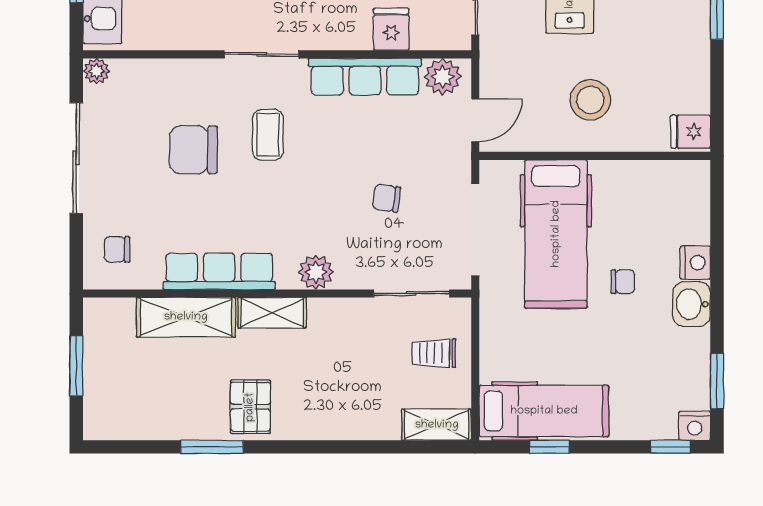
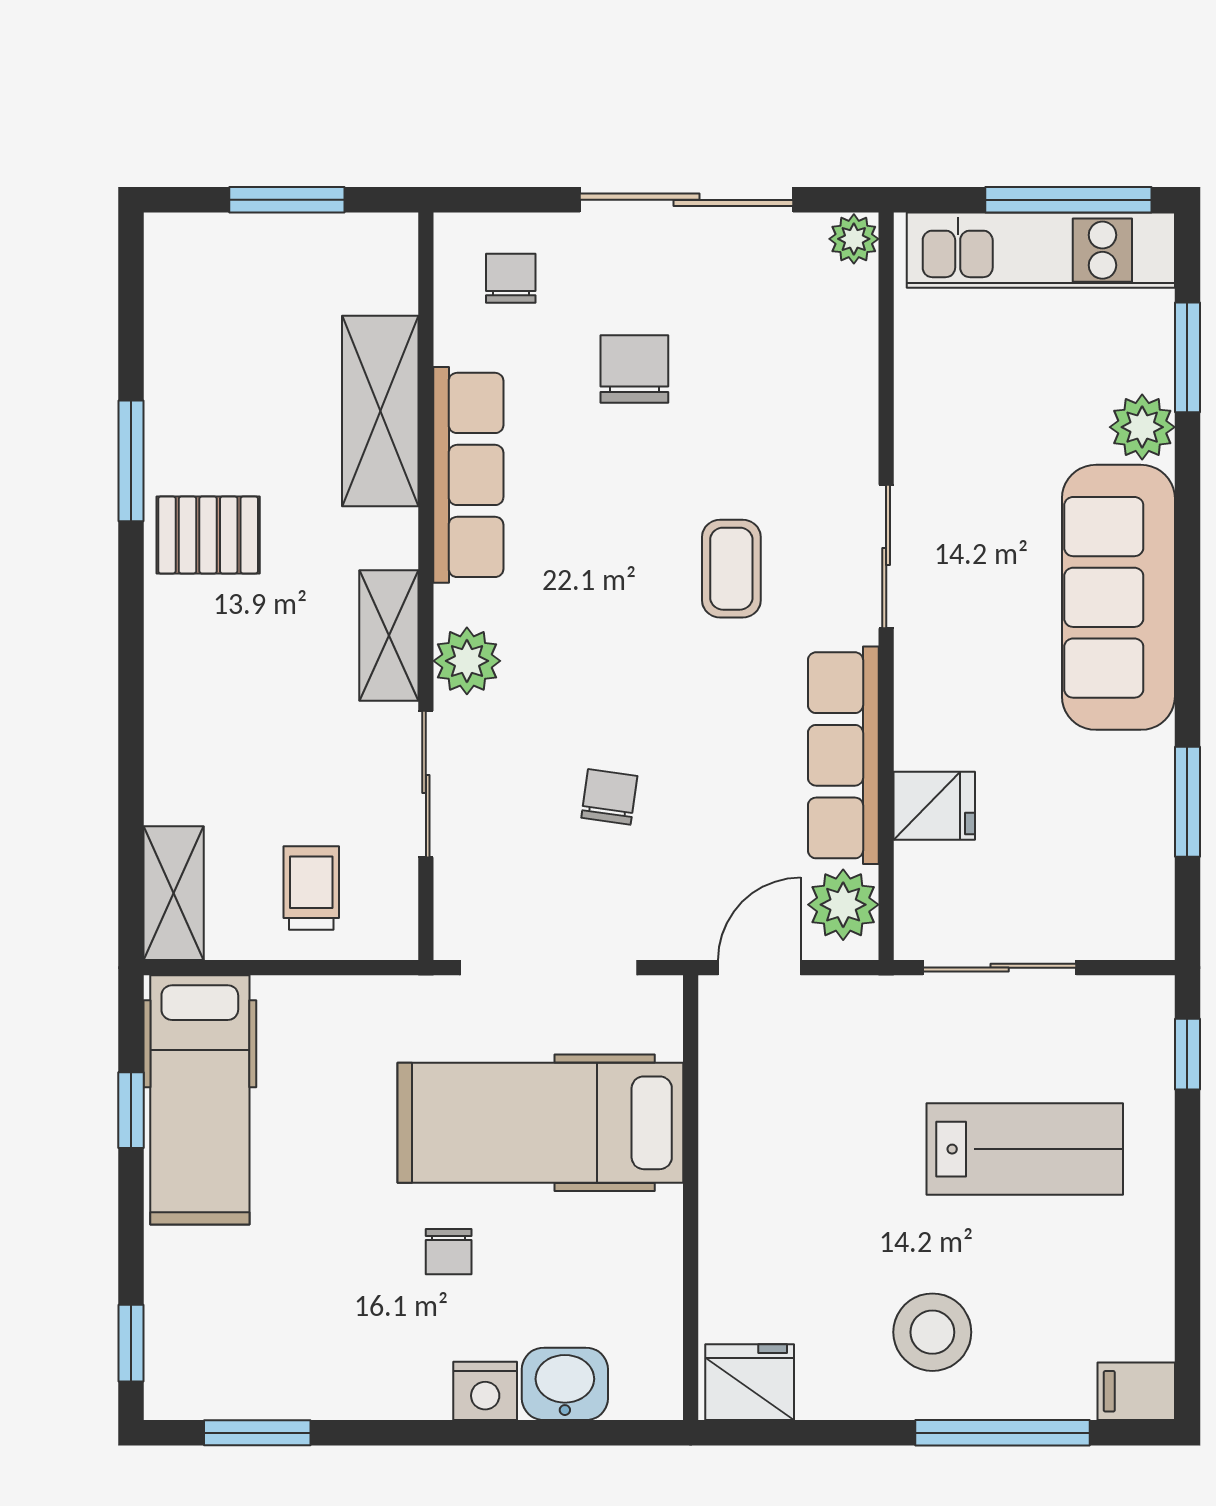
stool: (590, 100) -> (932, 1332), moved
door: (475, 120) -> (759, 968), swing flipped
fridge: (691, 132) -> (750, 1382), width x1.38
coffee table: (268, 135) -> (731, 569), turned 90
chair: (193, 150) -> (634, 369), moved, width x0.73, depth x0.73
sliding door: (411, 294) -> (426, 784), moved
washbasin: (692, 304) -> (565, 1384), moved
shelving: (272, 313) -> (389, 636), moved
nightstand: (695, 426) -> (171, 1390), removed

